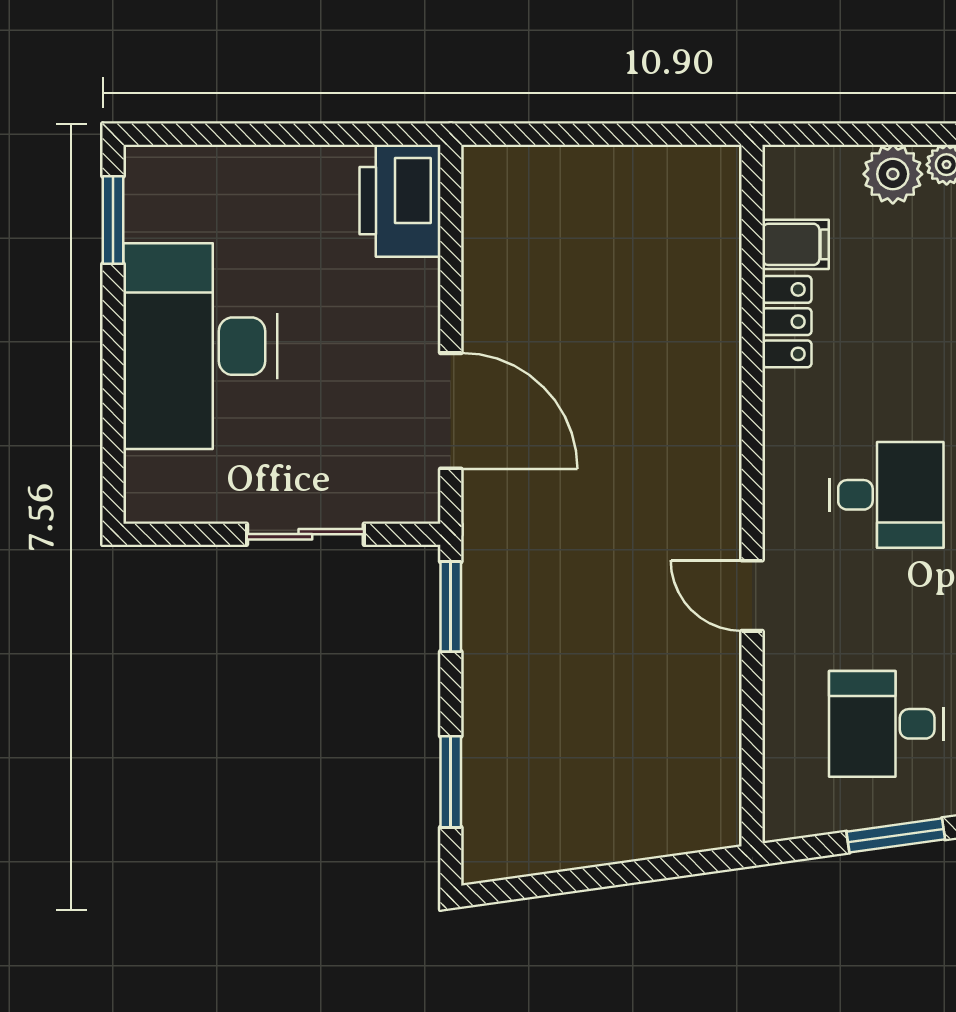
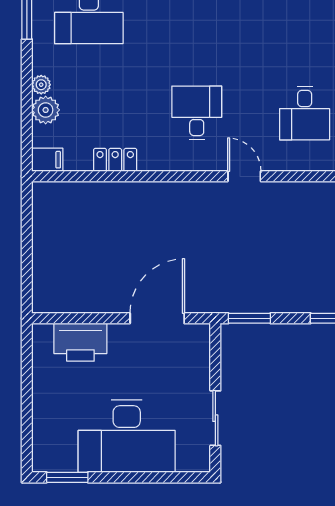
printer: (400, 201) -> (80, 342), moved
filing cabinet: (796, 244) -> (47, 160), moved, turned 90
sliding door: (305, 534) -> (215, 418), moved
door: (752, 596) -> (244, 176), swing flipped

